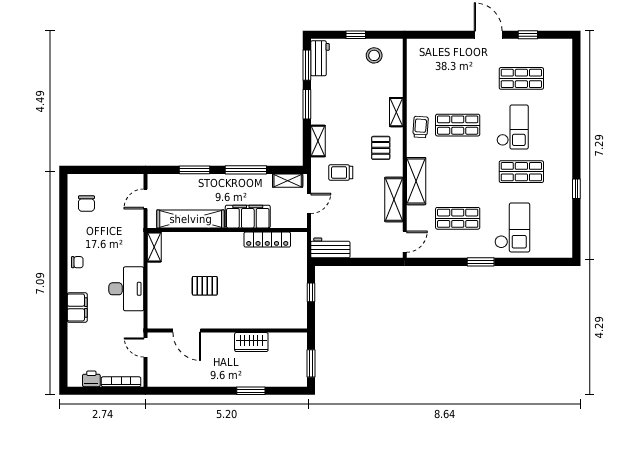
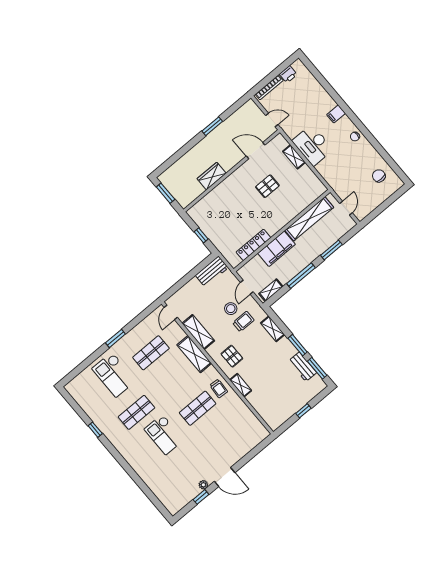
plant: (516, 45) -> (203, 485), added
stool: (374, 55) -> (231, 309), moved
workbench: (320, 58) -> (303, 367), moved
shop shelf: (521, 78) -> (183, 468), removed
shelving: (154, 247) -> (294, 157), moved
filing cabinet: (77, 307) -> (336, 114), width x0.50
window: (251, 391) -> (212, 126), moved

